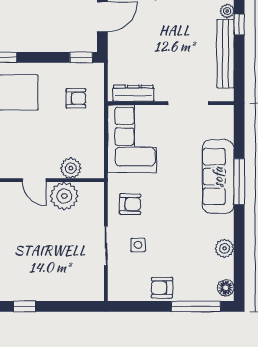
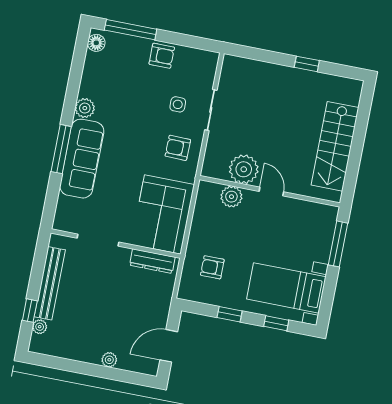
window: (81, 57) -> (230, 314), moved
plant: (225, 248) -> (85, 108), moved

